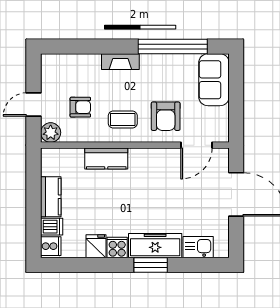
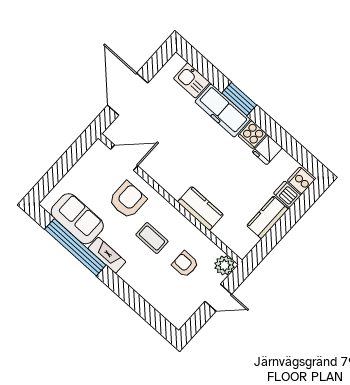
fireplace: (120, 62) -> (107, 255), moved
sofa: (214, 80) -> (77, 219), moved, turned -90
coffee table: (123, 120) -> (152, 238), moved

